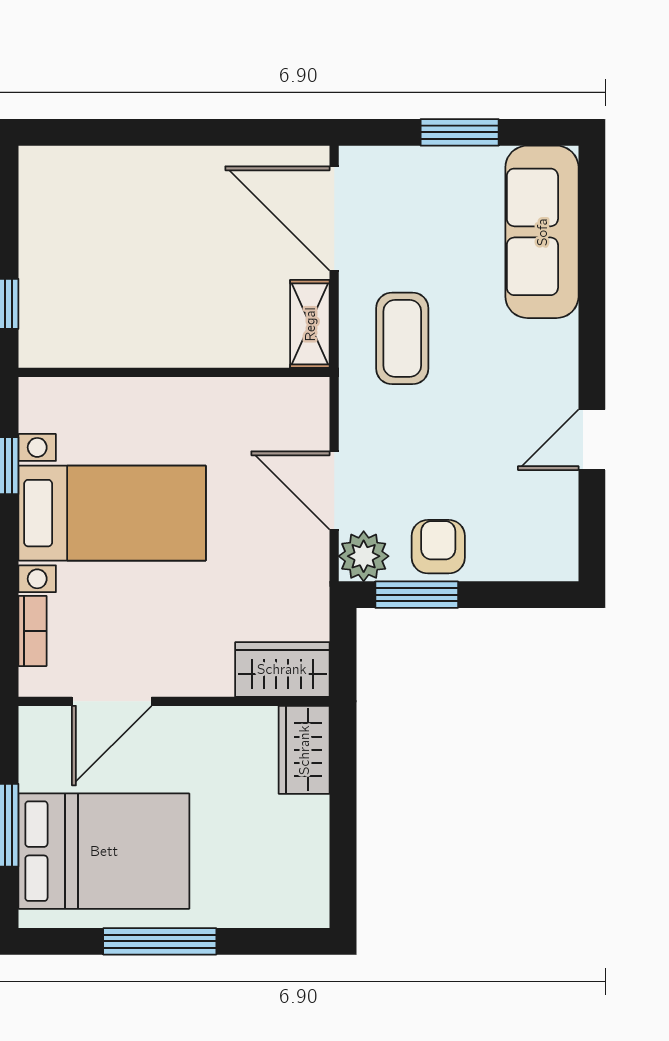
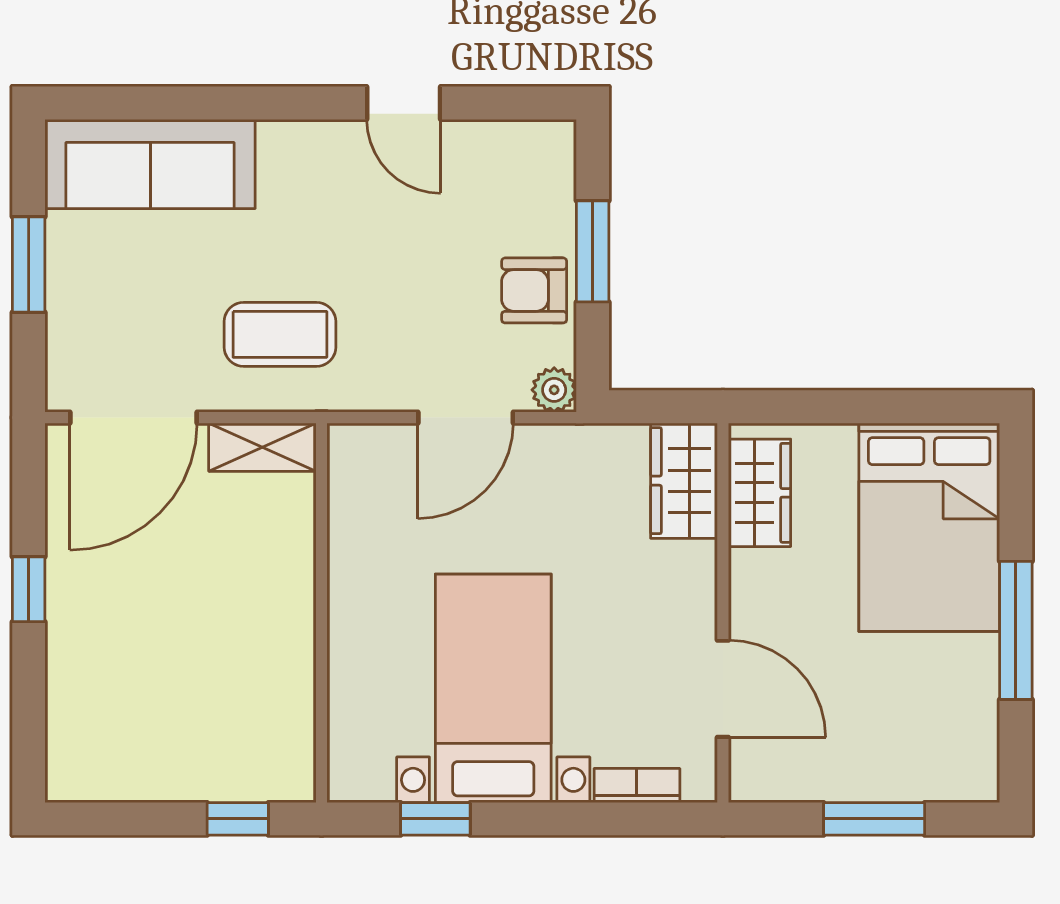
window: (193, 132) -> (29, 589), added
plant: (364, 556) -> (554, 390), width x0.73, depth x0.73
window: (417, 595) -> (593, 251), moved
wardrobe: (304, 750) -> (759, 493), moved, turned -90
bed: (104, 851) -> (929, 527), moved, turned 180

